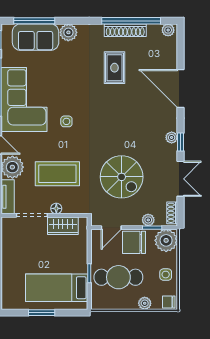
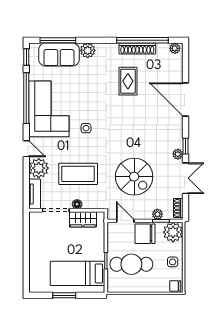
plant: (172, 137) -> (178, 154), moved
door: (111, 228) -> (125, 221), swing flipped
plant: (145, 303) -> (154, 287), removed

